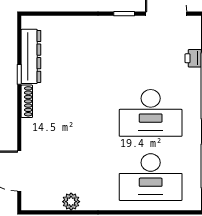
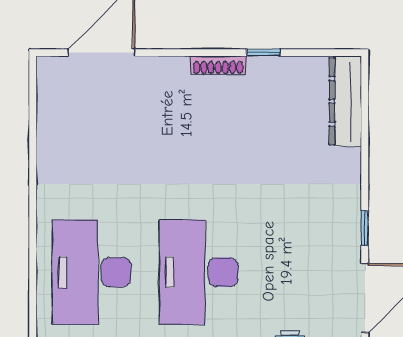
dresser: (31, 56) -> (345, 101), moved, turned 90
plant: (71, 202) -> (51, 139), removed

